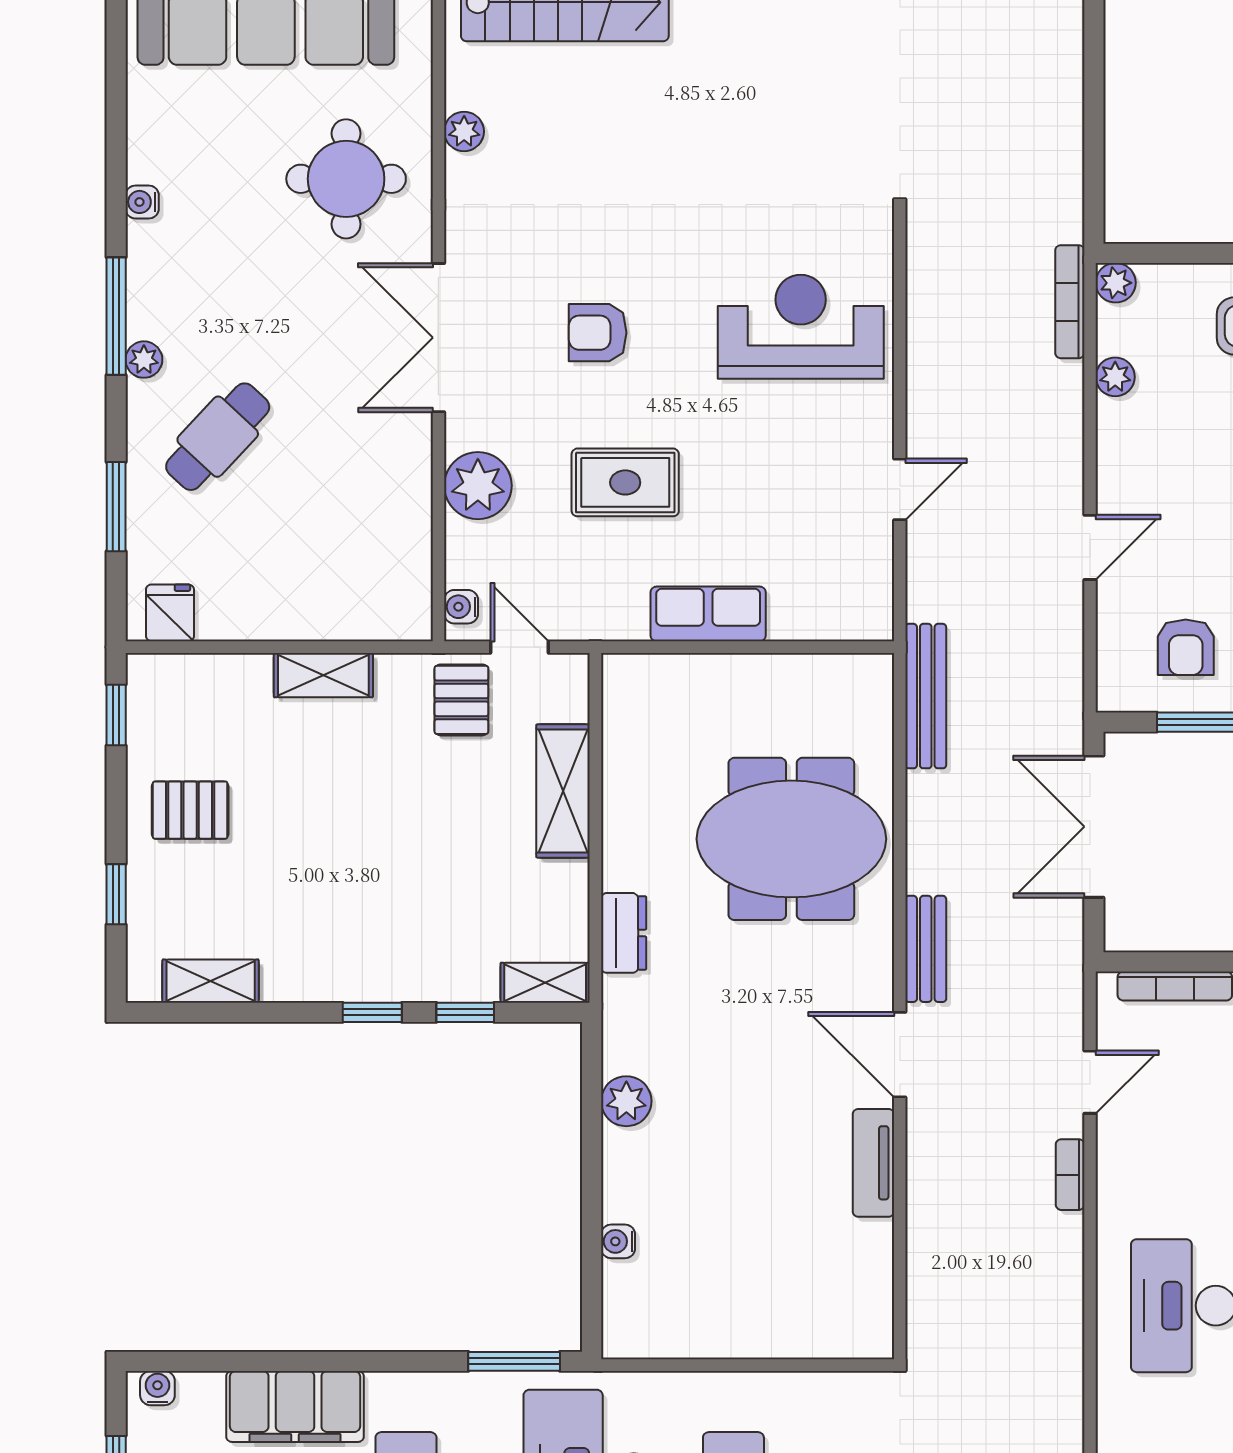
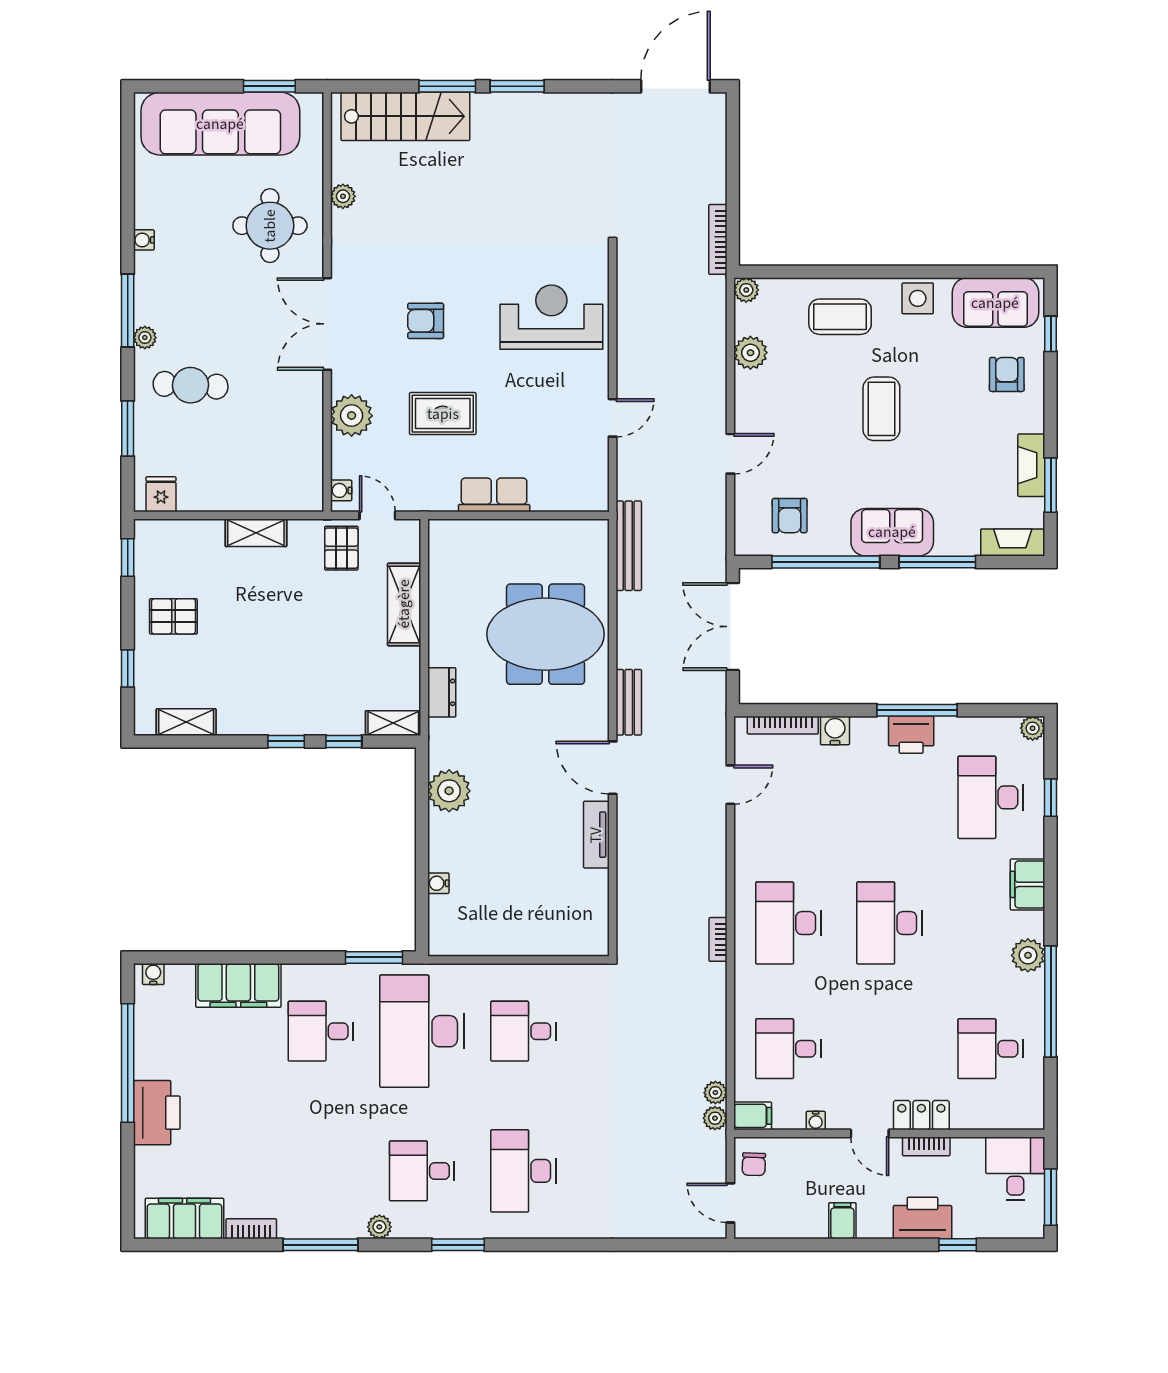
bookcase: (1070, 302) -> (718, 239), moved
plant: (1115, 377) -> (750, 353), width x1.38, depth x1.38
cafe table: (218, 437) -> (191, 385), turned 50
plant: (626, 1101) -> (449, 791), width x1.36, depth x1.36
bookcase: (1070, 1175) -> (718, 939), moved

